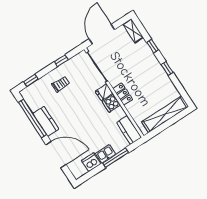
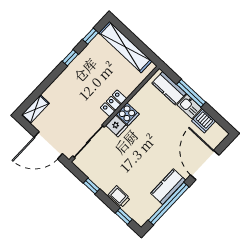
window: (153, 46) -> (90, 36), moved
trolley: (61, 84) -> (119, 197), moved
kitchen counter: (129, 130) -> (169, 88), moved, turned 90

